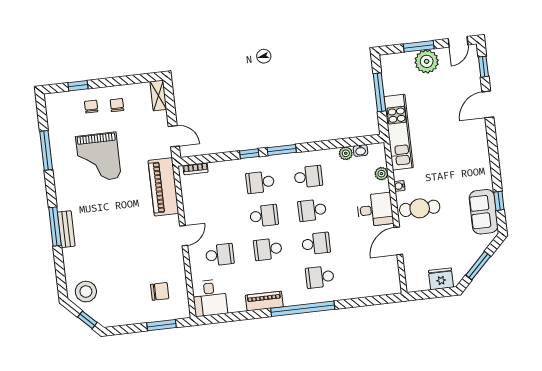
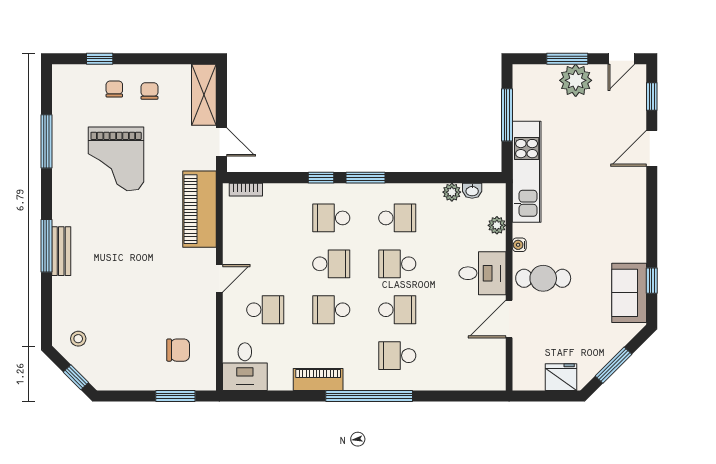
shelving: (158, 95) -> (204, 95), width x1.50, depth x1.33
stool: (86, 292) -> (78, 339), width x0.53, depth x0.53

